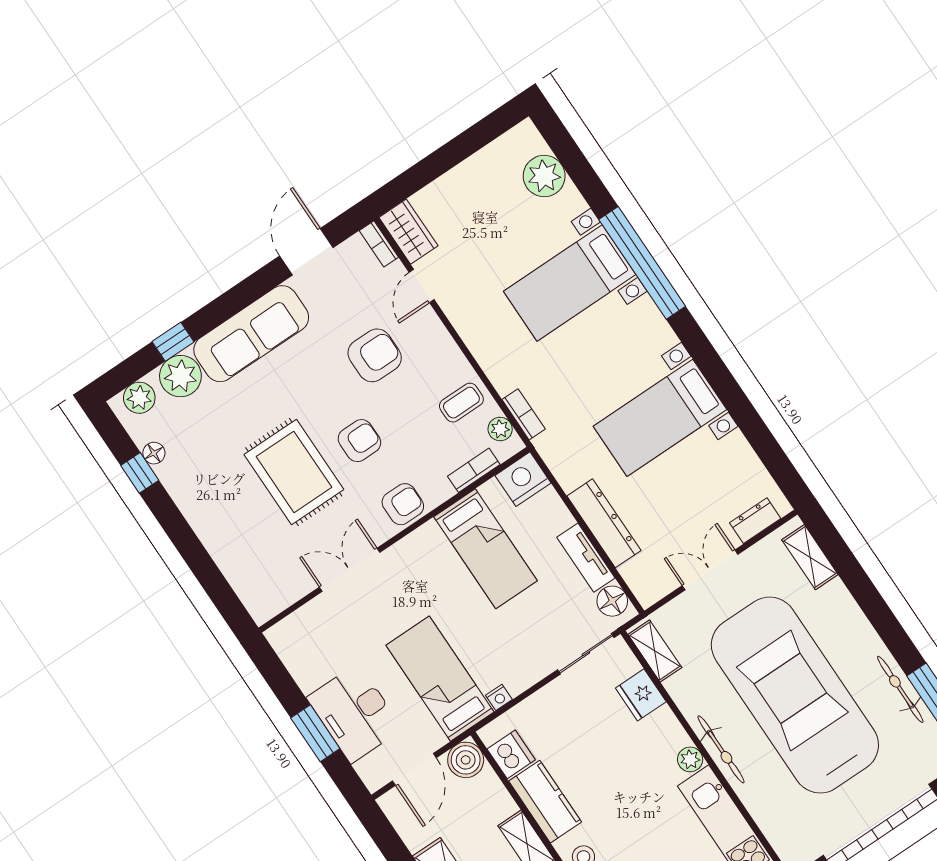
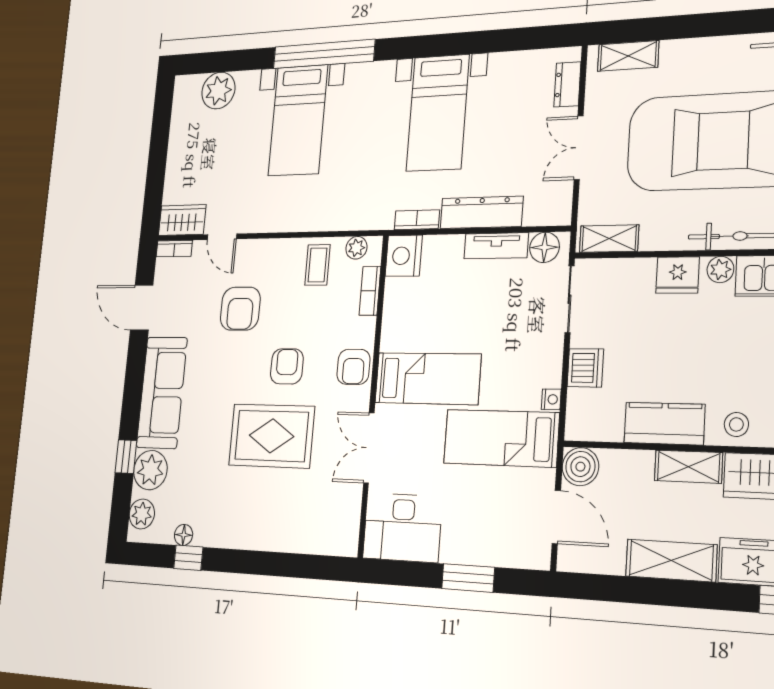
armchair: (375, 355) -> (240, 309), turned 180
bookcase: (524, 414) -> (417, 220), moved
armchair: (403, 504) -> (353, 367), turned 180
bed: (486, 549) -> (428, 379), moved
fridge: (641, 695) -> (678, 275), moved
desk: (355, 713) -> (402, 528), moved
dishwasher: (511, 754) -> (585, 368), moved, turned 90

